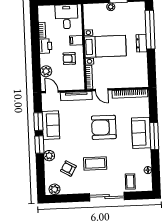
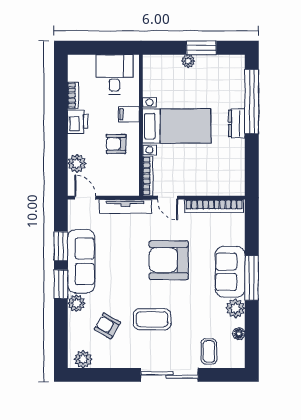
sofa: (51, 125) -> (81, 261), width x1.36
plant: (145, 155) -> (235, 308), added

